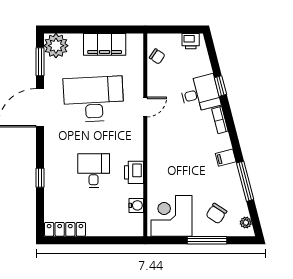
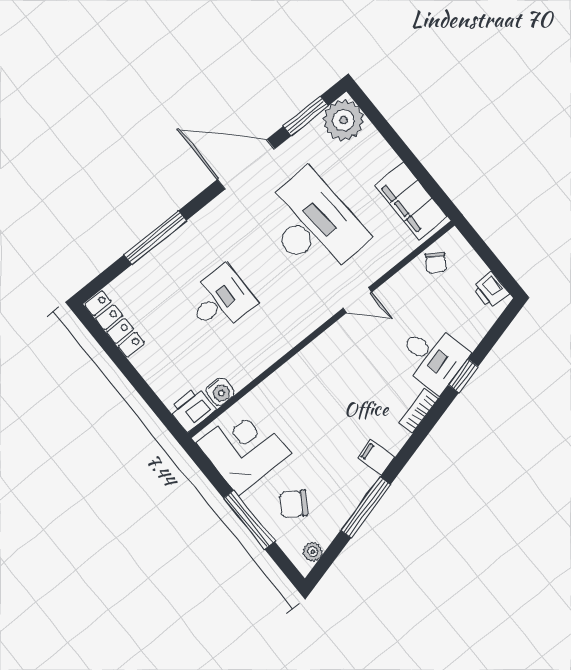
filing cabinet: (105, 44) -> (411, 201), moved
printer: (134, 172) -> (192, 409), moved
window: (40, 178) -> (155, 238), width x2.17

